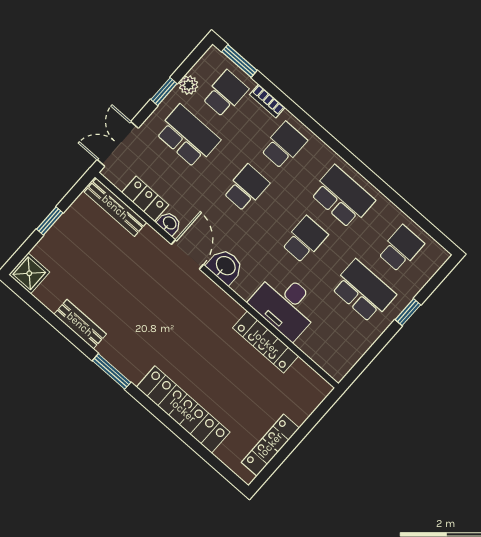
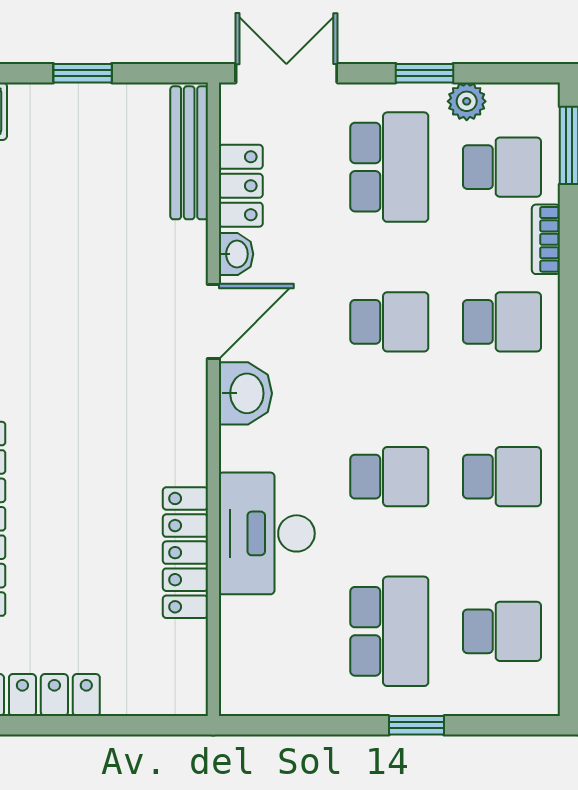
school desk: (342, 197) -> (502, 477), width x0.54

